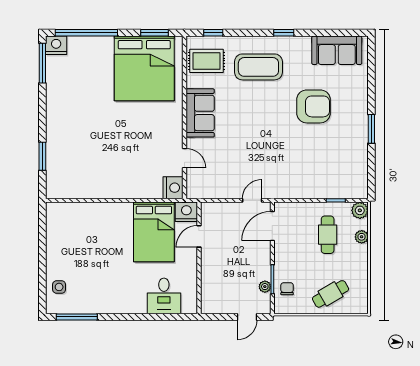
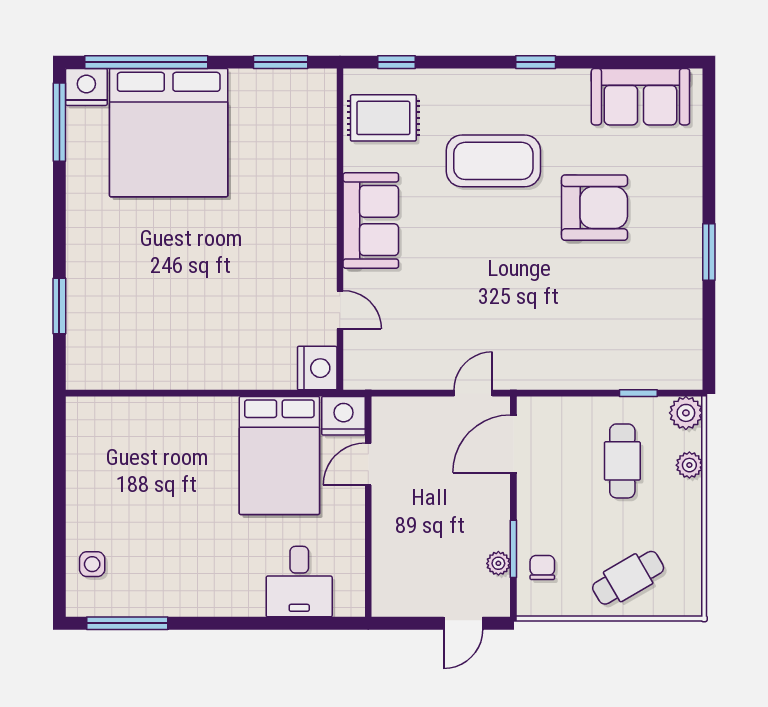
coffee table: (258, 67) -> (493, 161), moved
bed: (144, 68) -> (169, 133), moved

